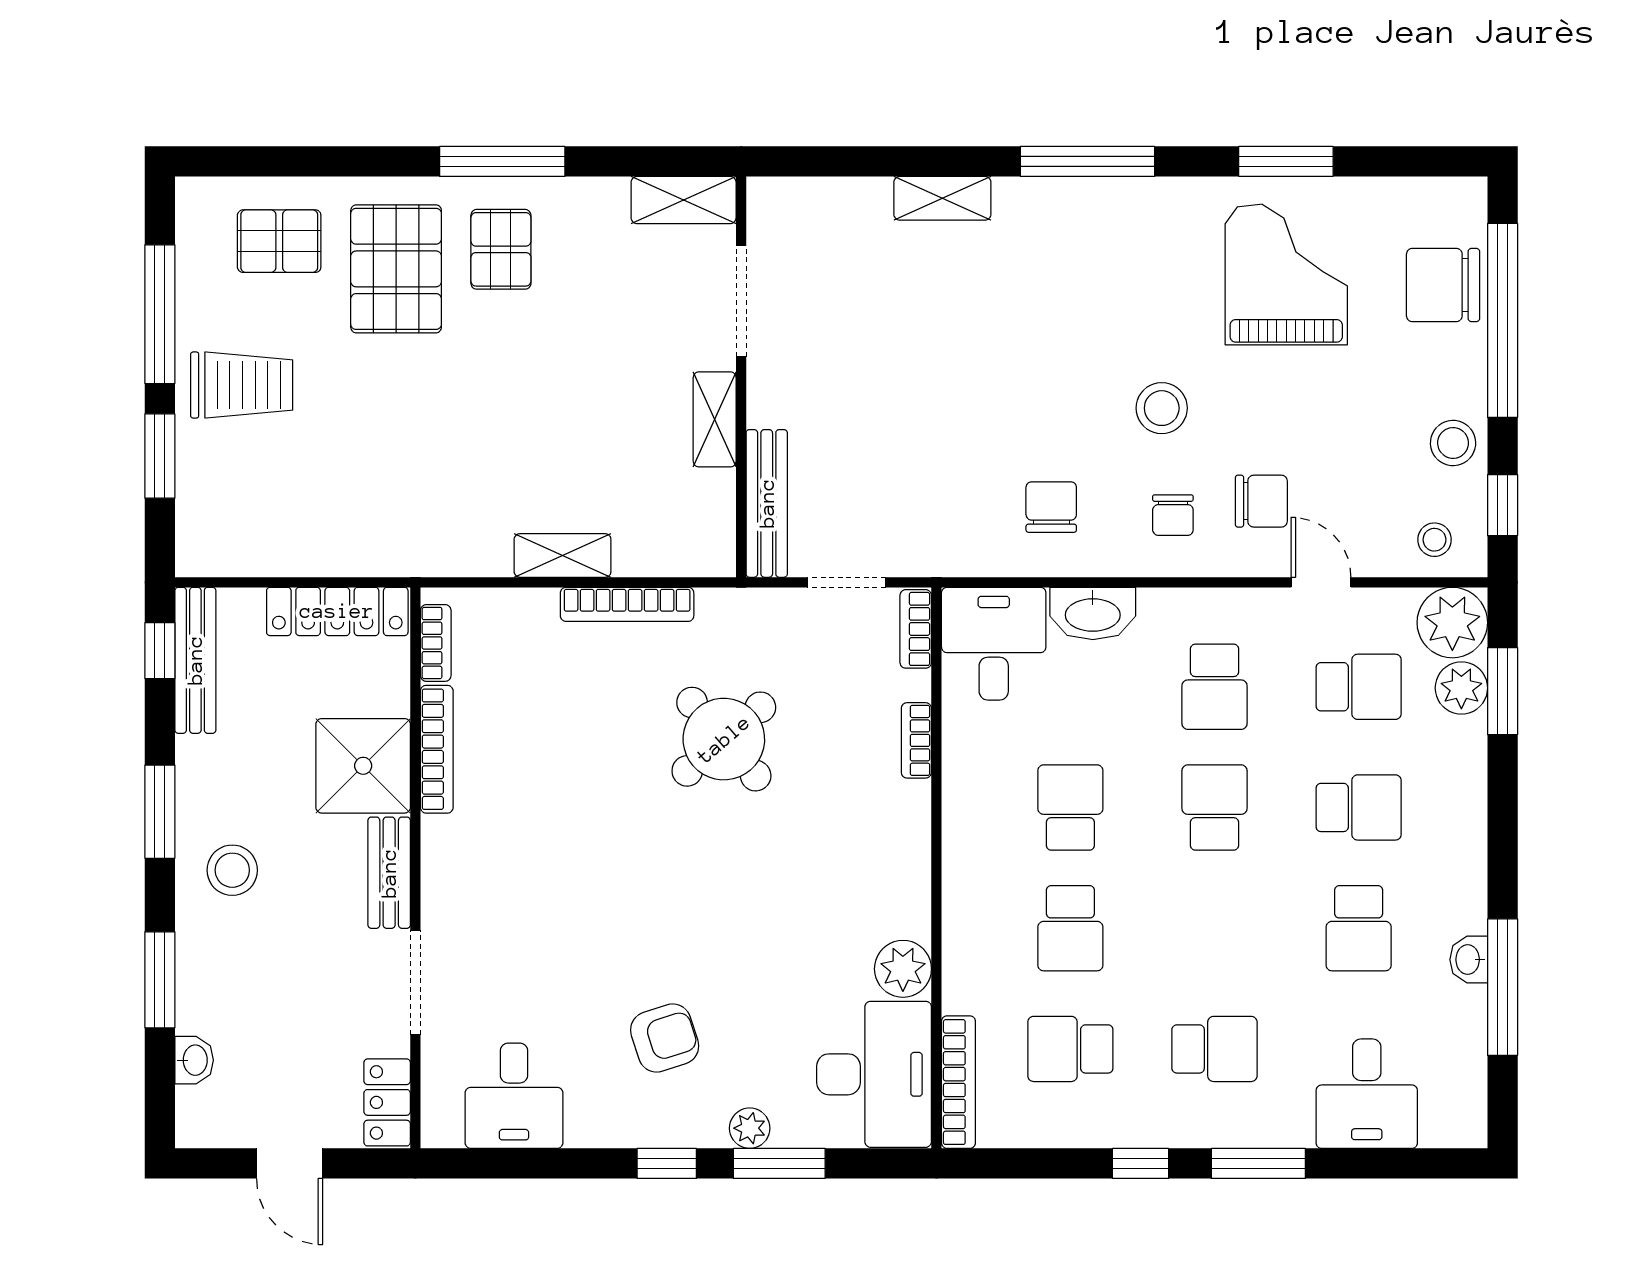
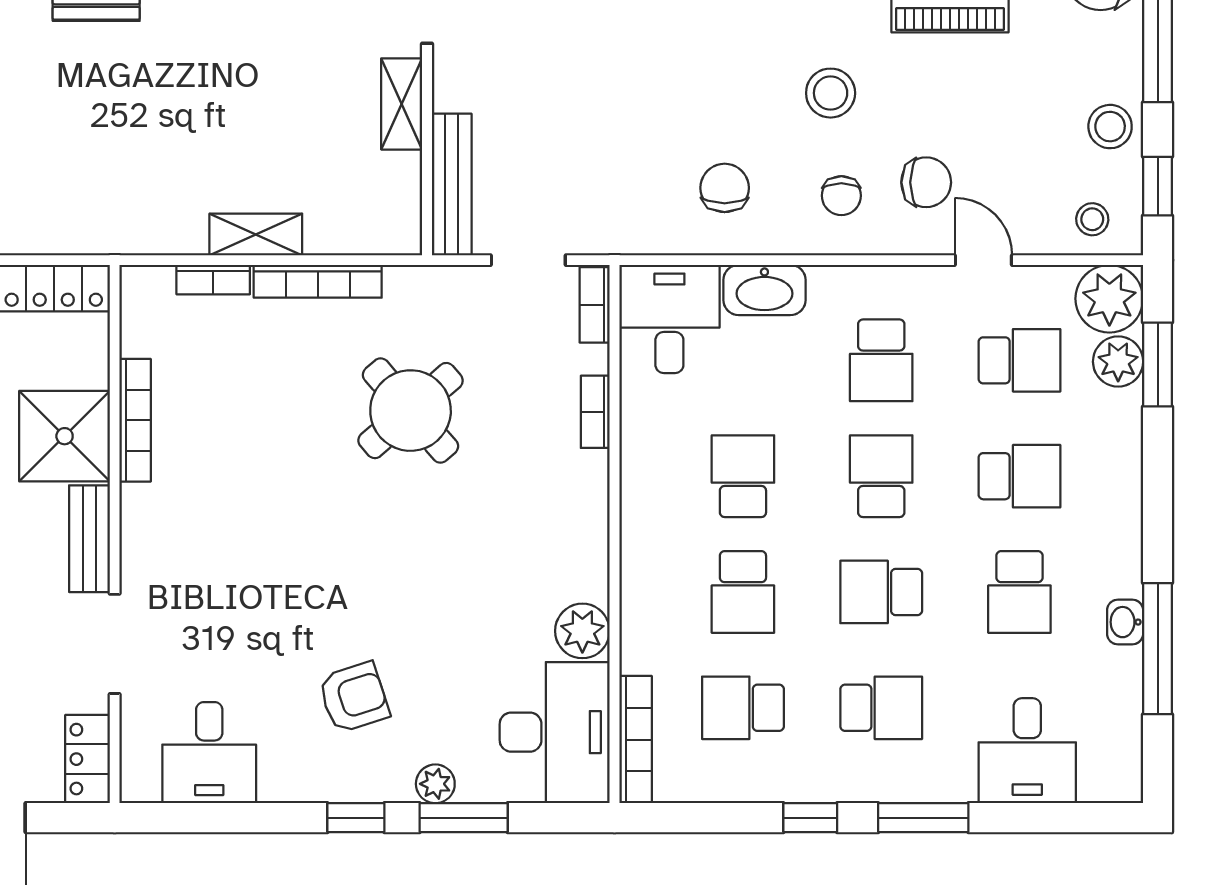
bookcase: (436, 643) -> (213, 280), moved, turned 90
school desk: (1215, 928) -> (881, 592), added

